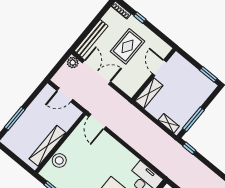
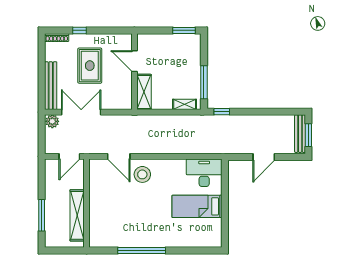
wall: (60, 143) -> (87, 203), moved
shelving: (48, 146) -> (77, 215), moved
stool: (59, 160) -> (142, 174), moved

